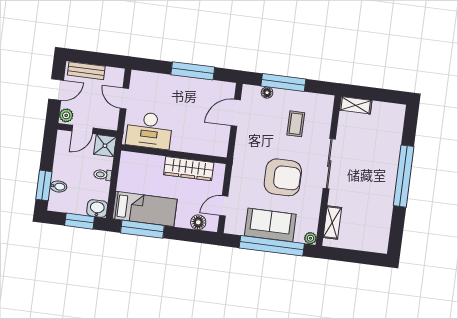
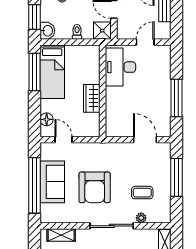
floor lamp: (267, 93) -> (166, 164), removed
wardrobe: (189, 169) -> (92, 98), width x0.67
plant: (310, 238) -> (141, 218), moved

